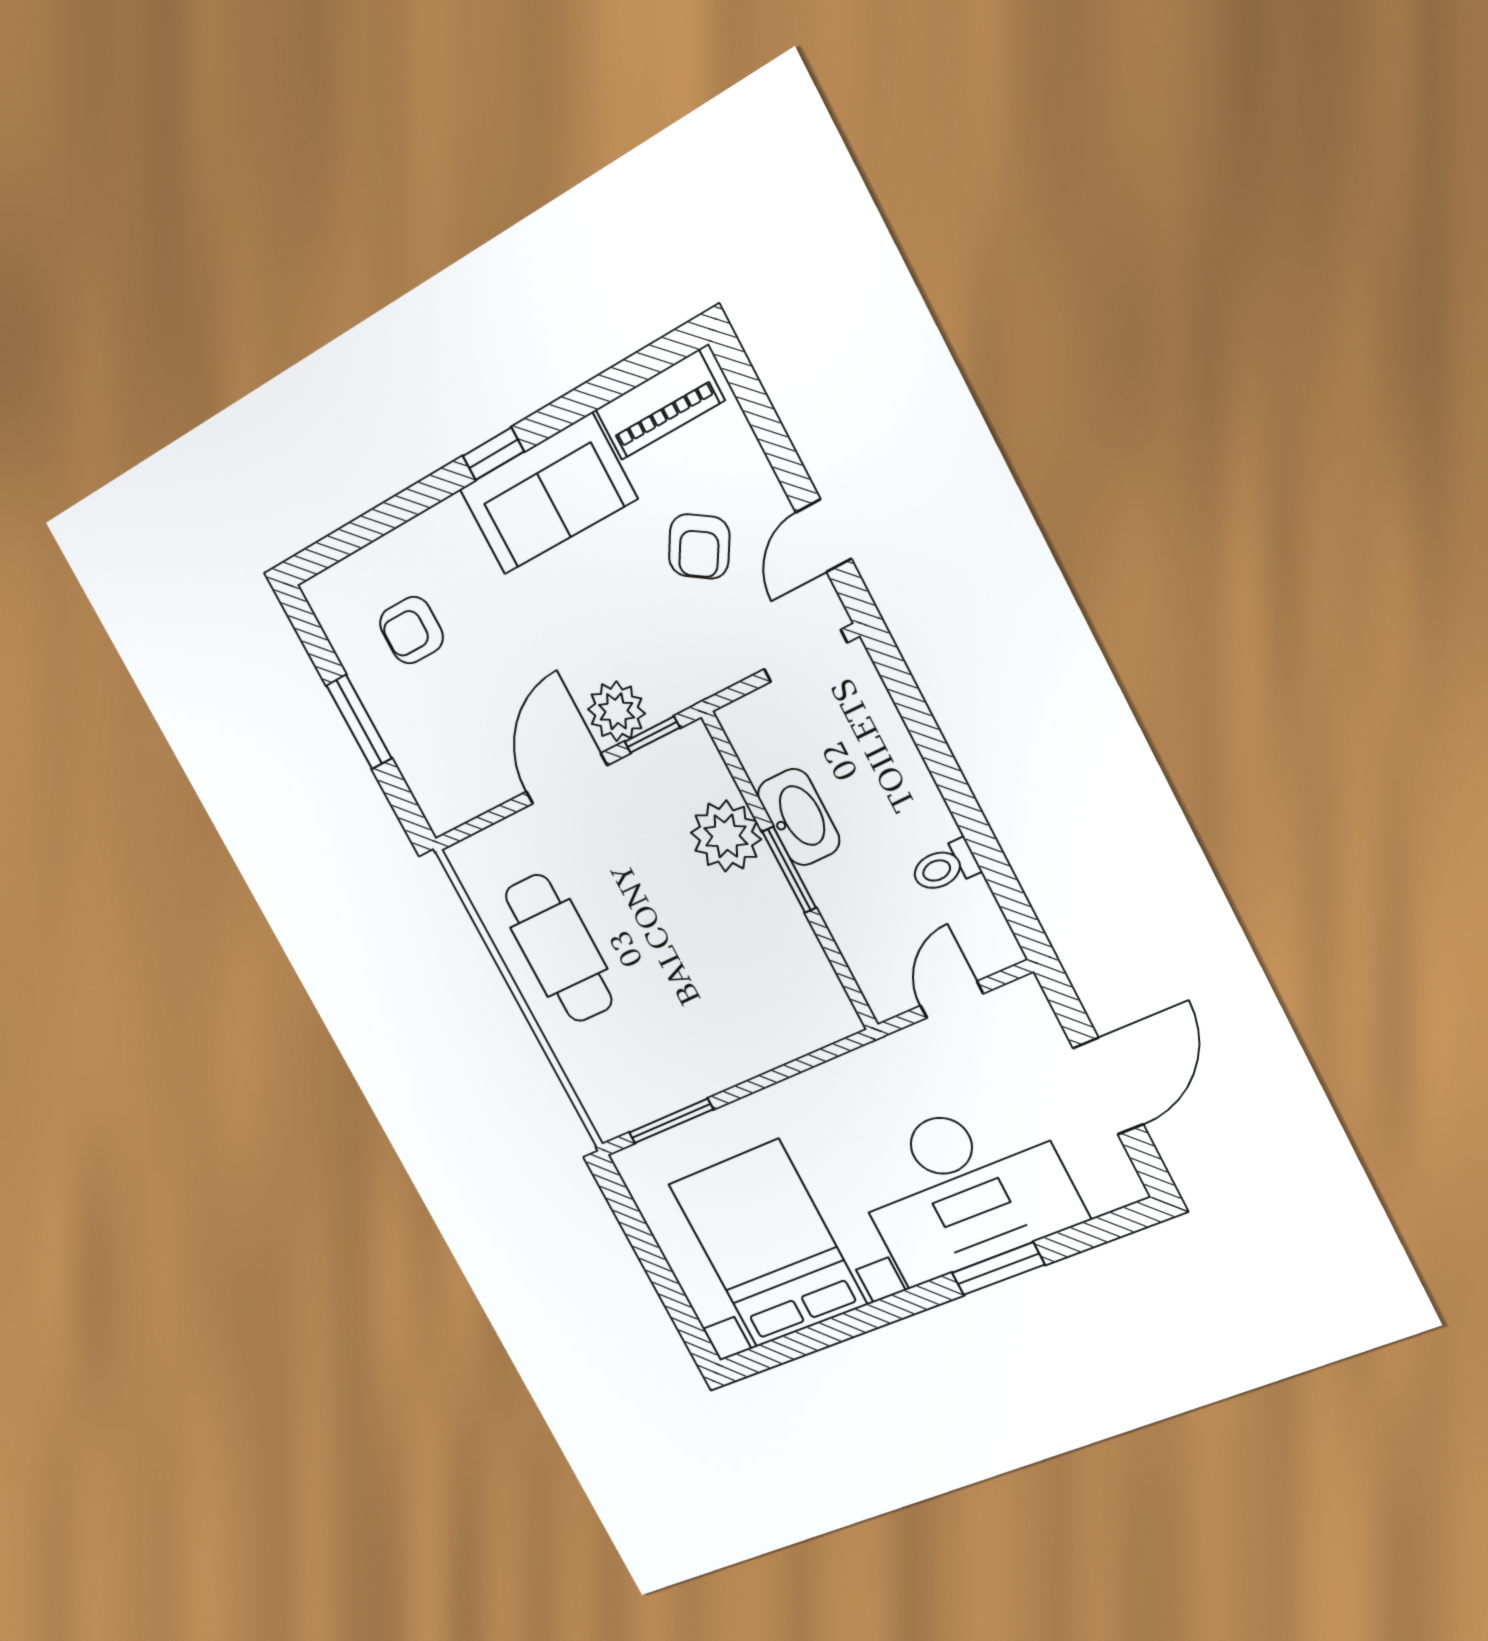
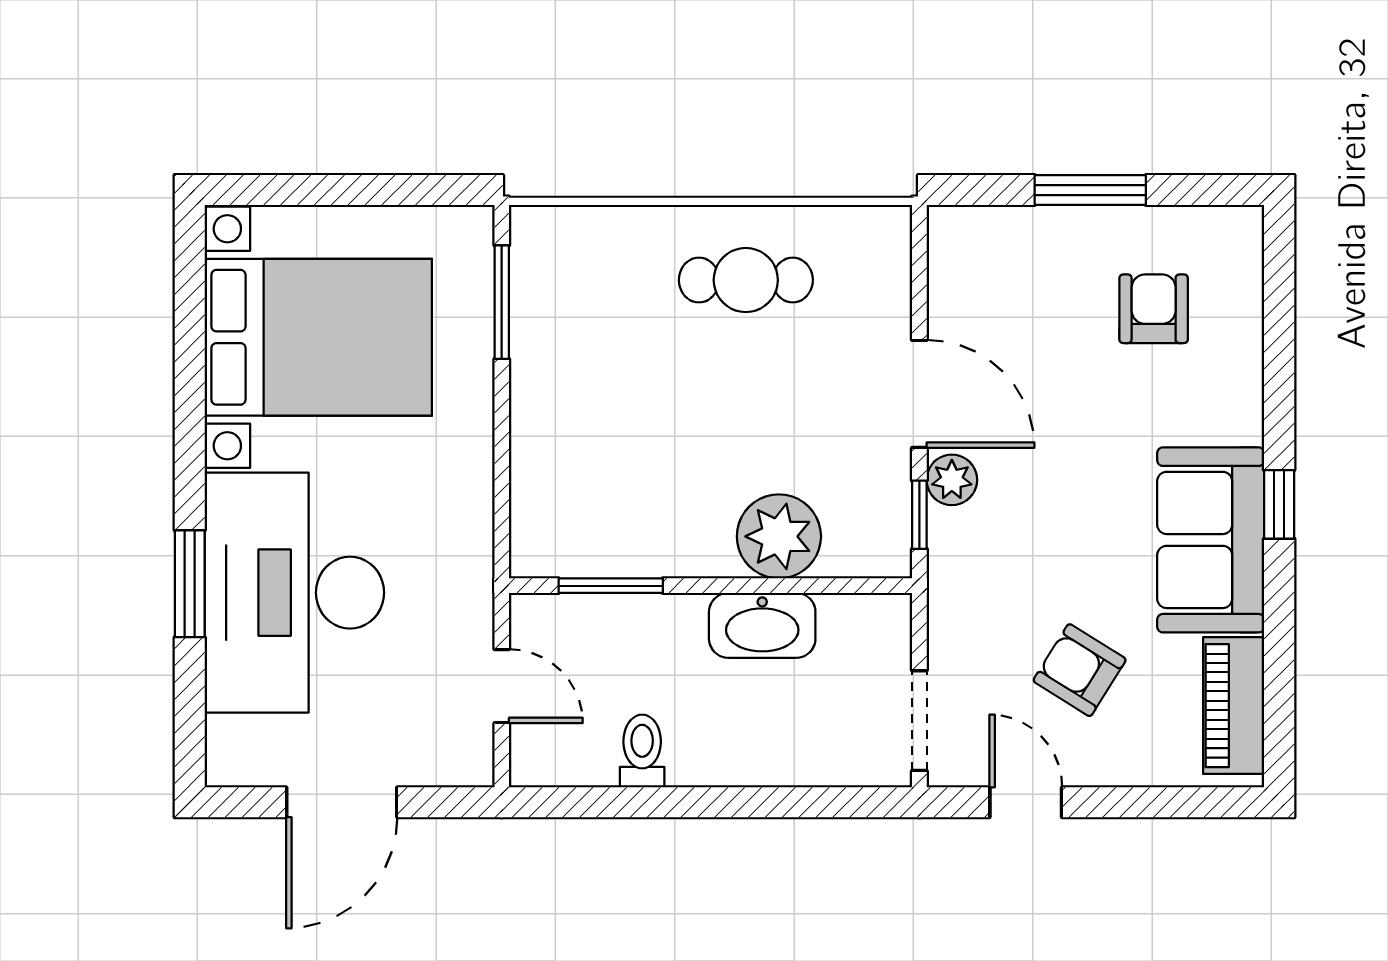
plant: (617, 711) -> (952, 480), width x0.73, depth x0.73
window: (789, 870) -> (611, 586), moved
cafe table: (559, 948) -> (746, 280), width x0.73, depth x0.74
door: (1108, 1086) -> (342, 802), hinge flipped

